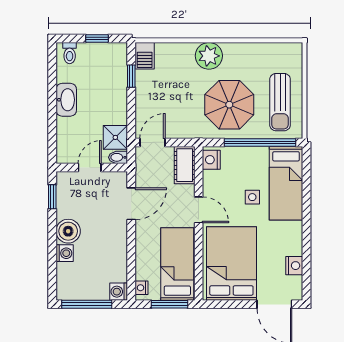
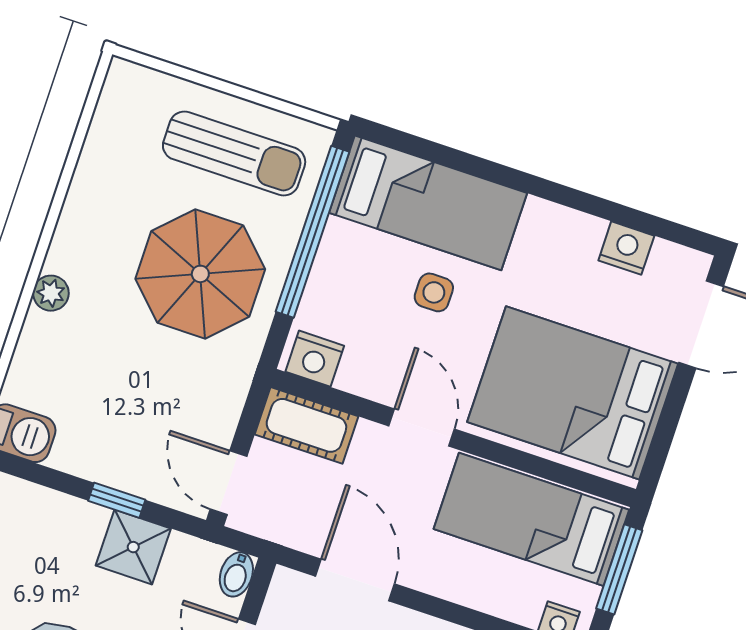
plant: (209, 56) -> (51, 293), width x0.53, depth x0.53
window: (131, 76) -> (117, 500), moved
shower: (115, 137) -> (133, 547), moved
door: (199, 210) -> (422, 427), hinge flipped

